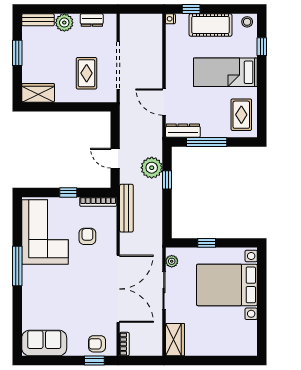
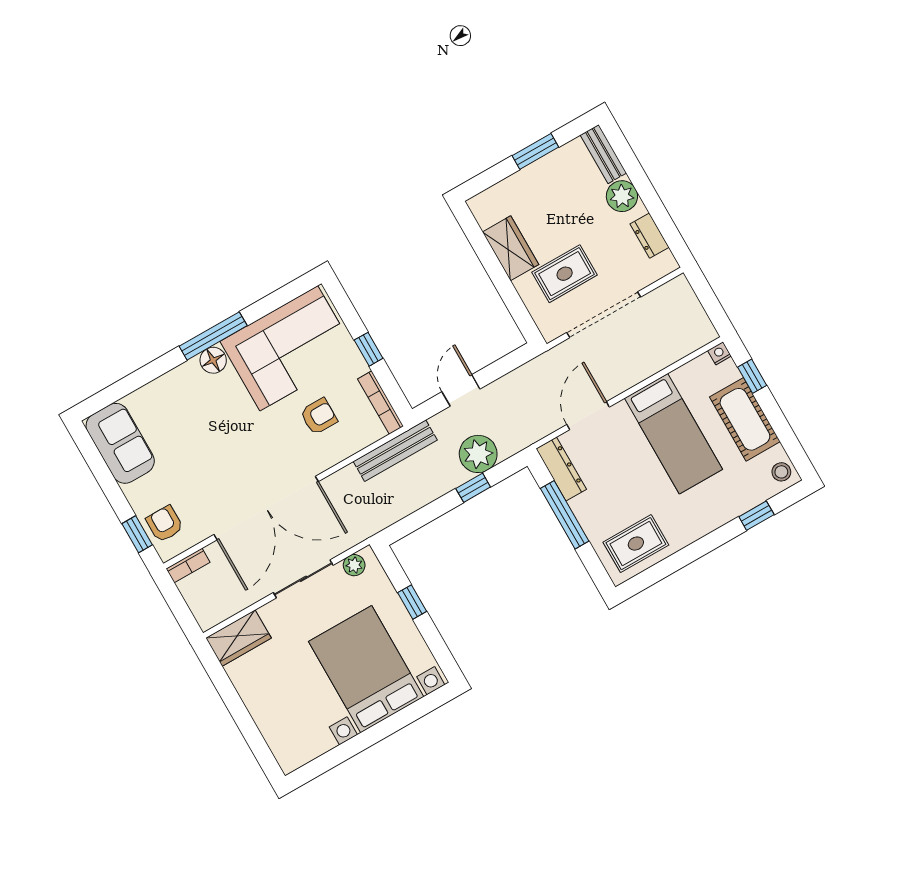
bed: (225, 72) -> (673, 434), moved, turned 180
wardrobe: (38, 93) -> (511, 248), moved
floor lamp: (29, 273) -> (213, 360), added

